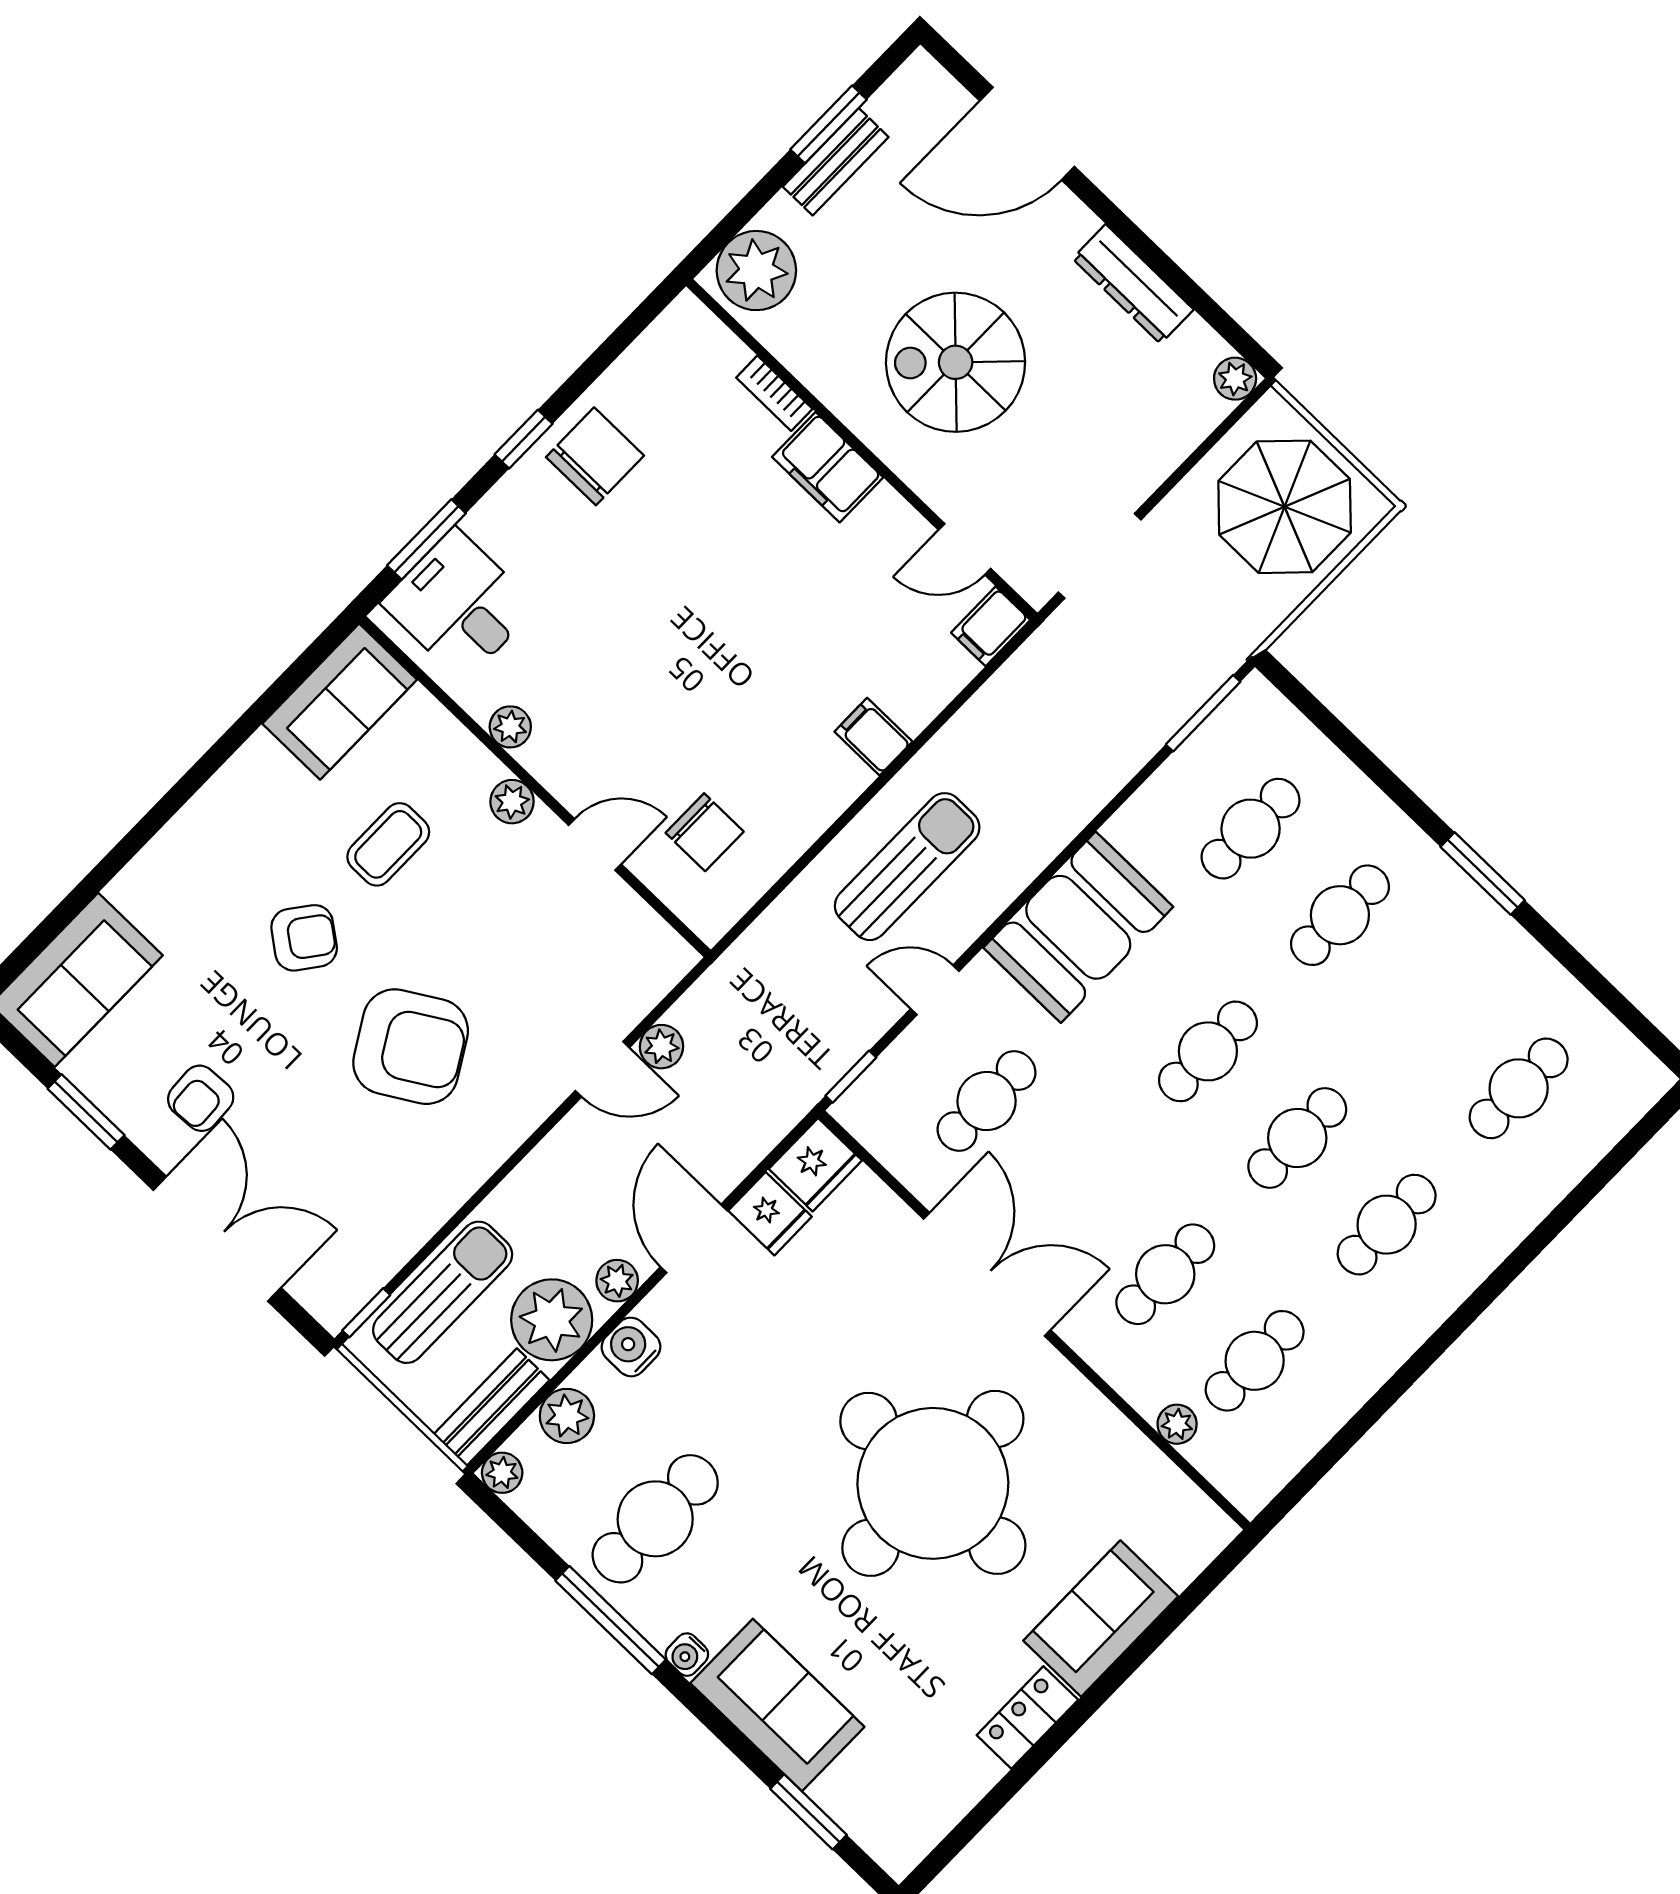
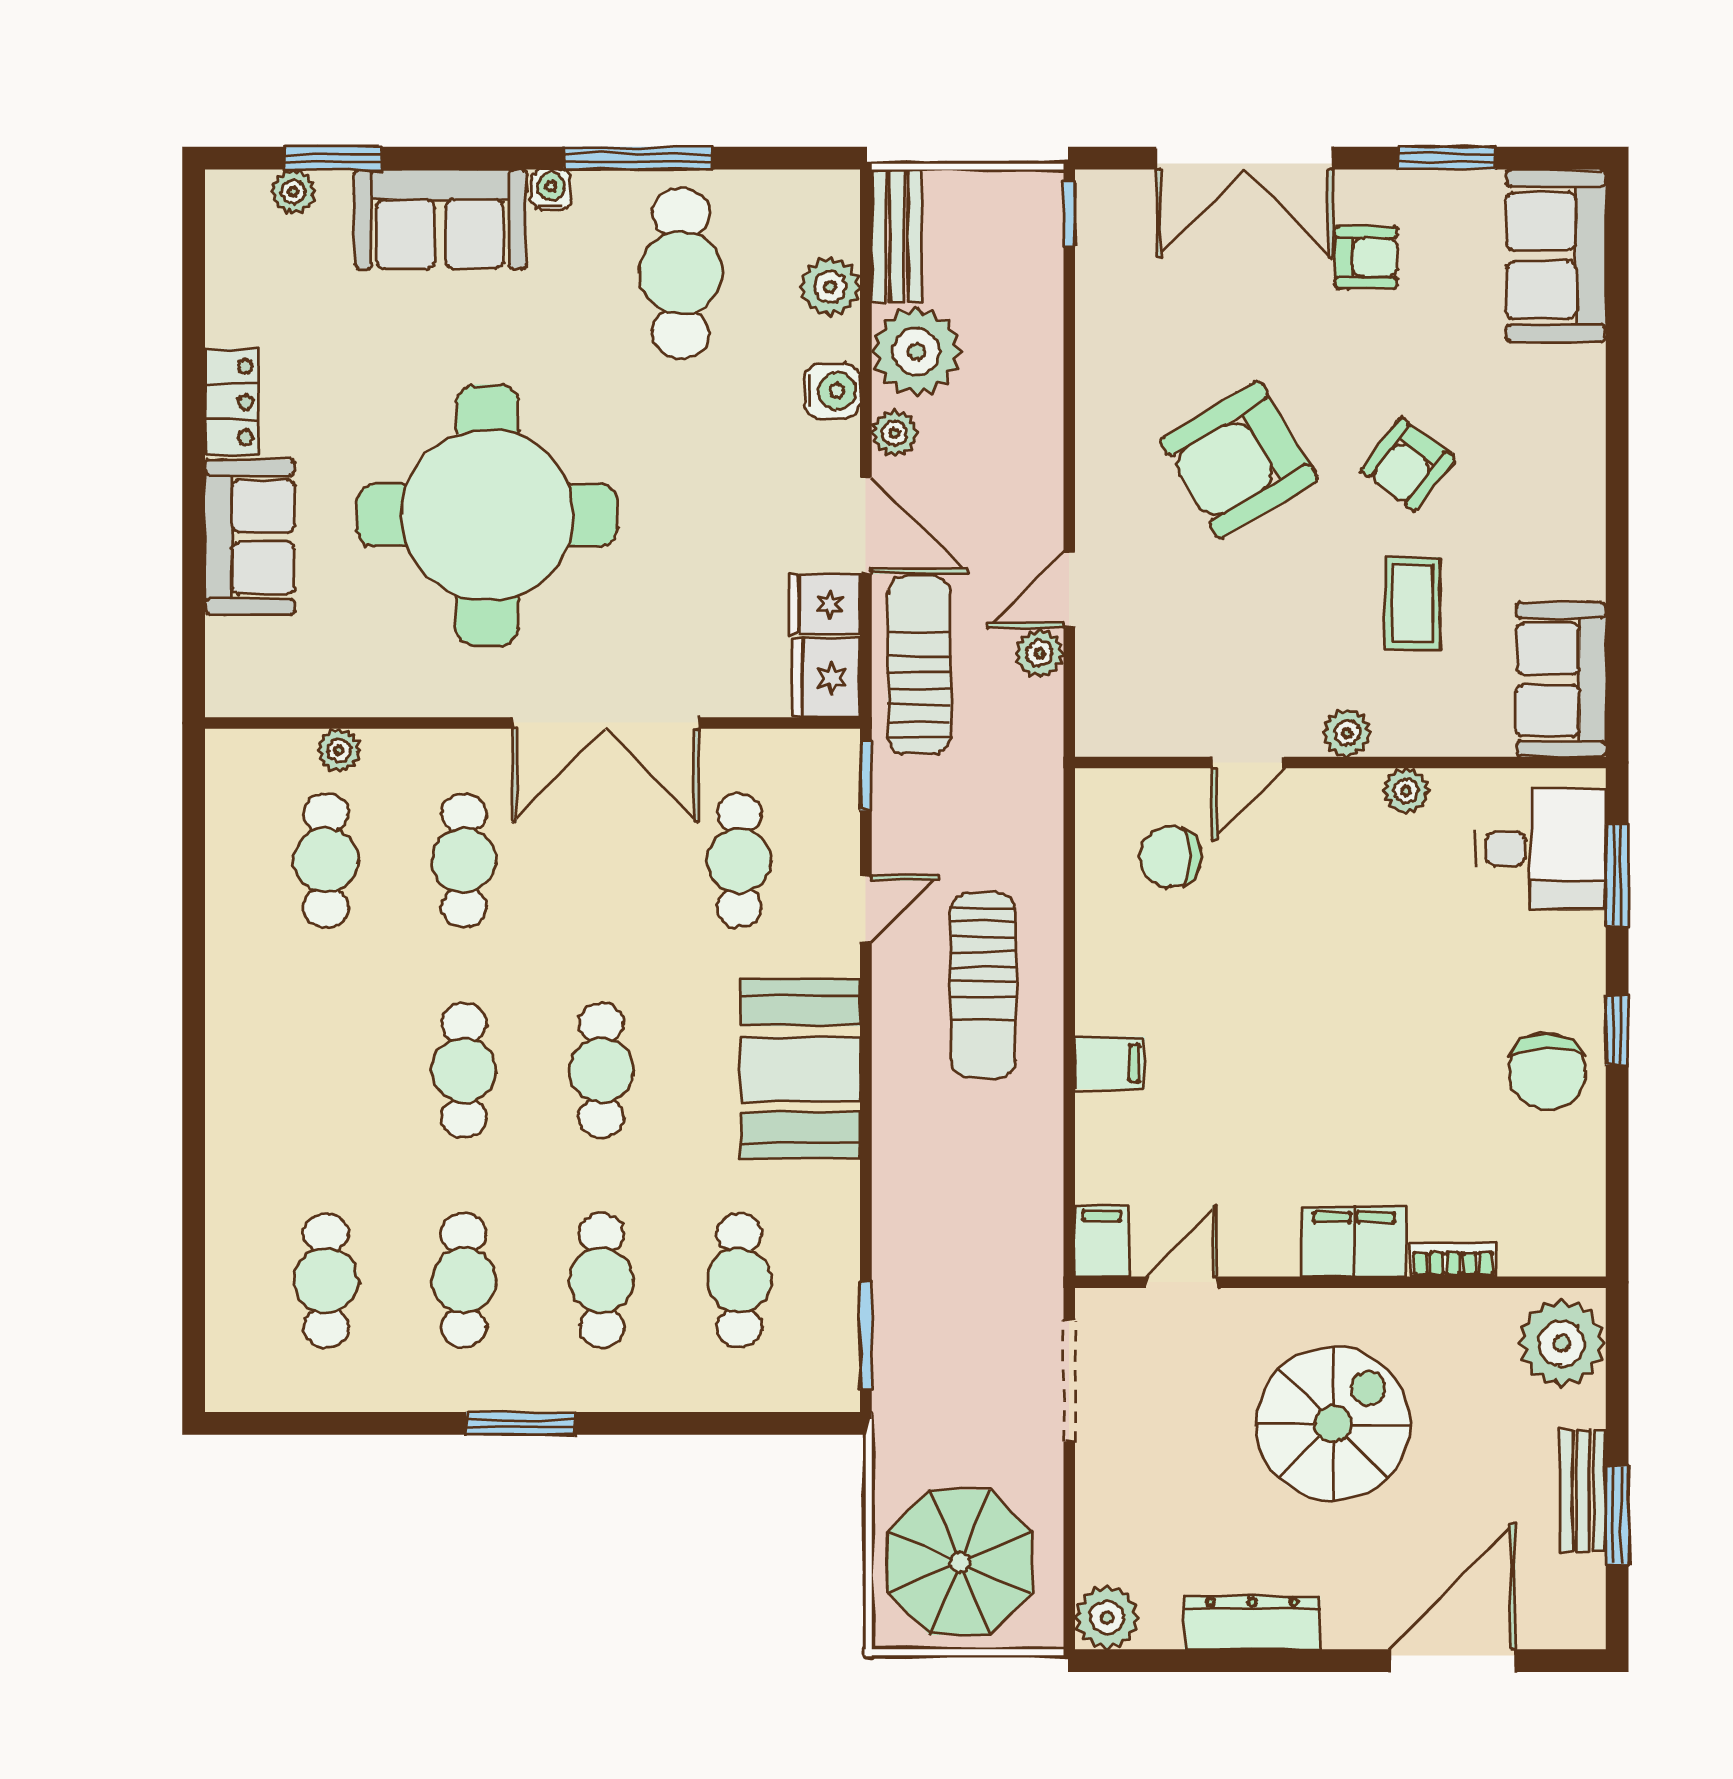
plant: (1235, 379) -> (1107, 1617), width x1.38, depth x1.38
armchair: (201, 1098) -> (1366, 257), turned 93
cafe table: (1387, 1225) -> (464, 1280), moved
sun lounger: (443, 1292) -> (919, 665), moved, turned 180
plant: (502, 1473) -> (293, 192), moved

